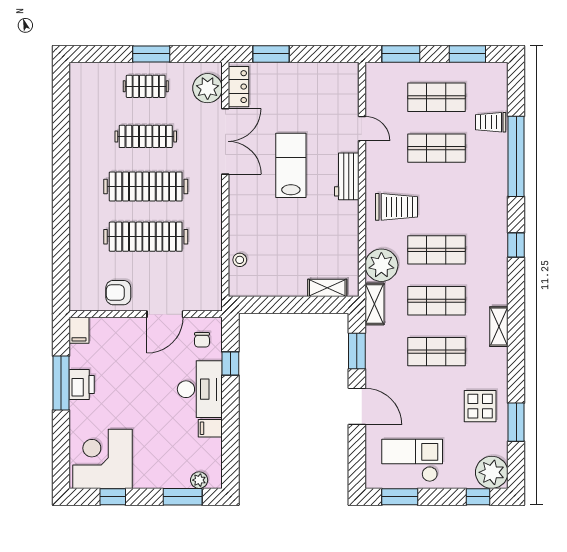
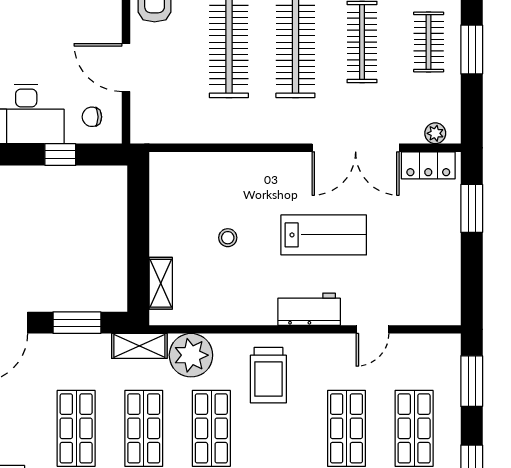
plant: (208, 88) -> (435, 133), width x0.53, depth x0.53
stool: (240, 260) -> (228, 238), moved

